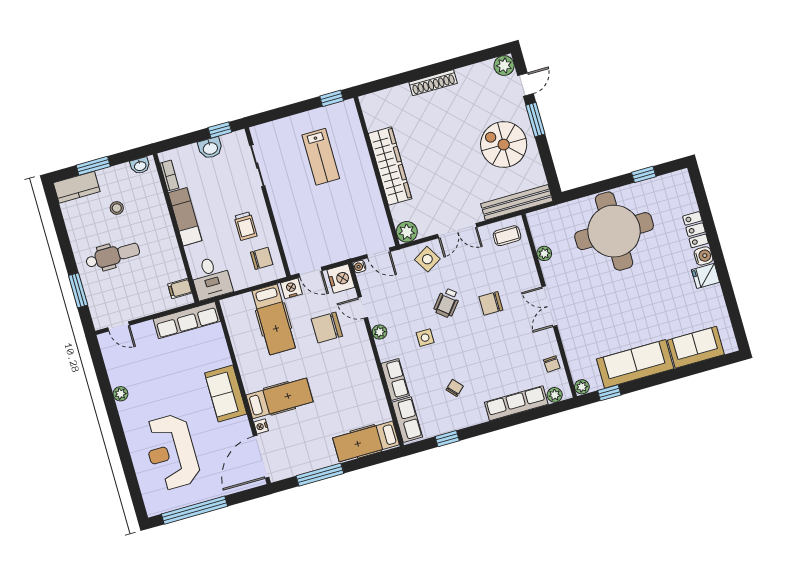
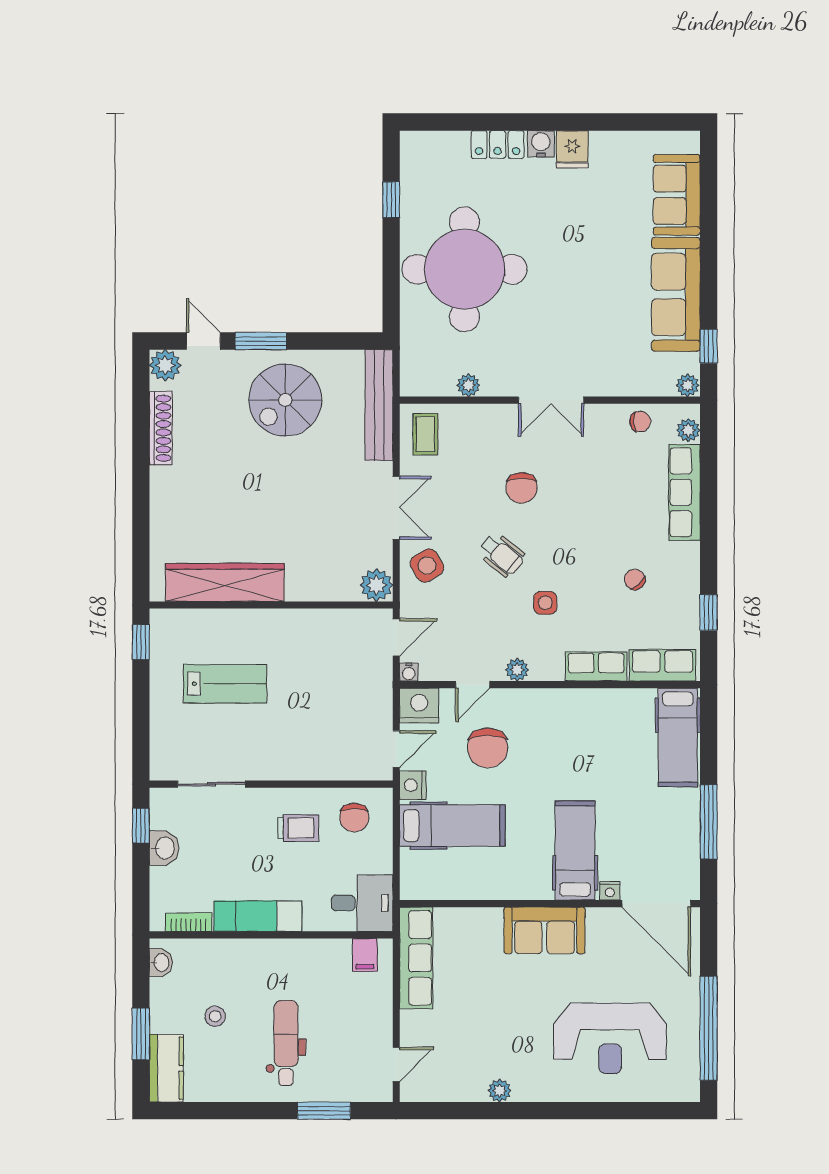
shoe rack: (433, 83) -> (161, 428), moved
wardrobe: (390, 166) -> (225, 582), moved
chair: (262, 258) -> (354, 818), turned 180

